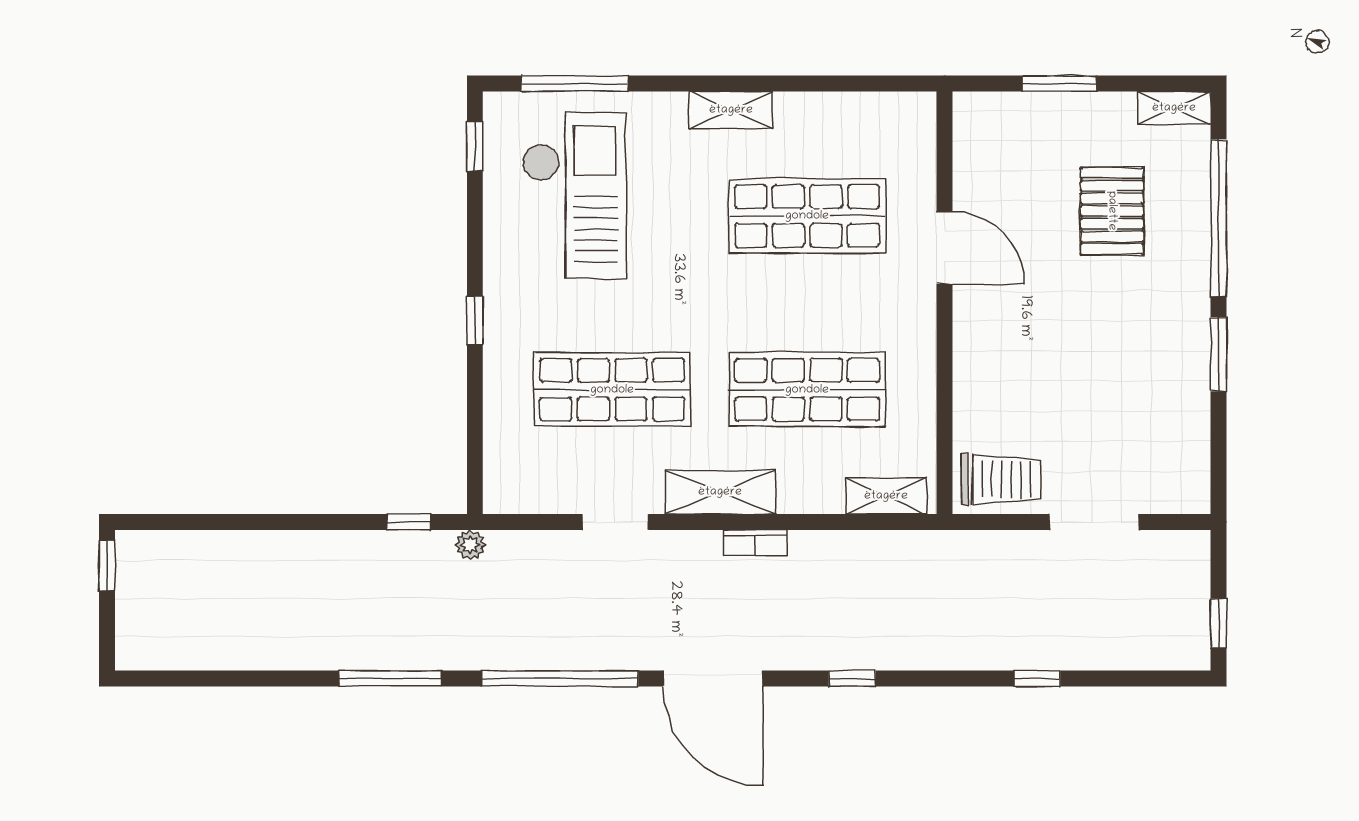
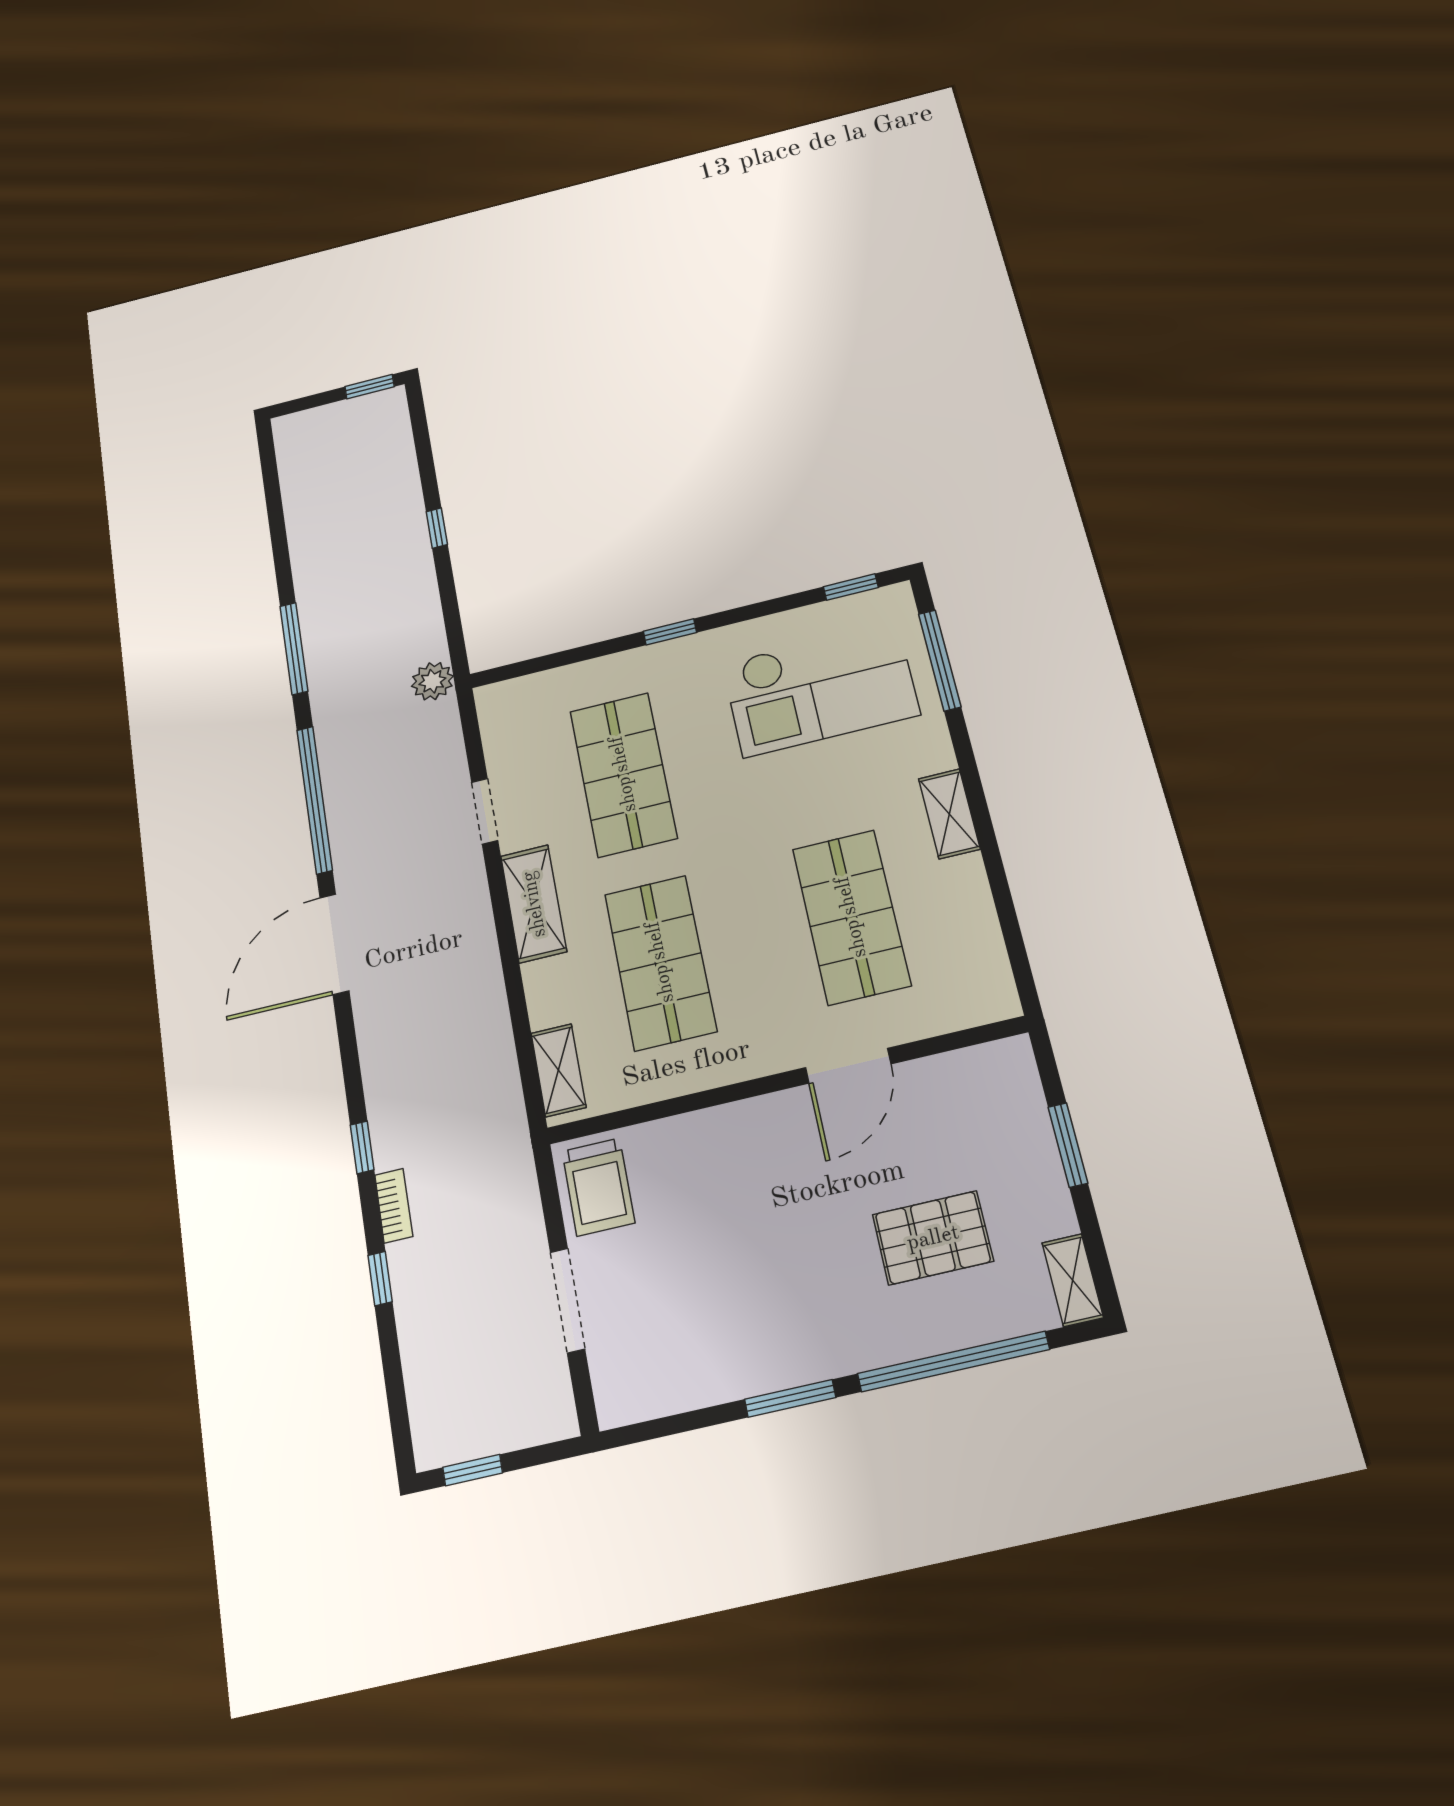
window: (409, 522) -> (437, 528), moved
bookcase: (755, 543) -> (394, 1206), moved, turned 180
plant: (470, 545) -> (432, 681), width x1.38, depth x1.38
window: (852, 679) -> (362, 1147), moved

